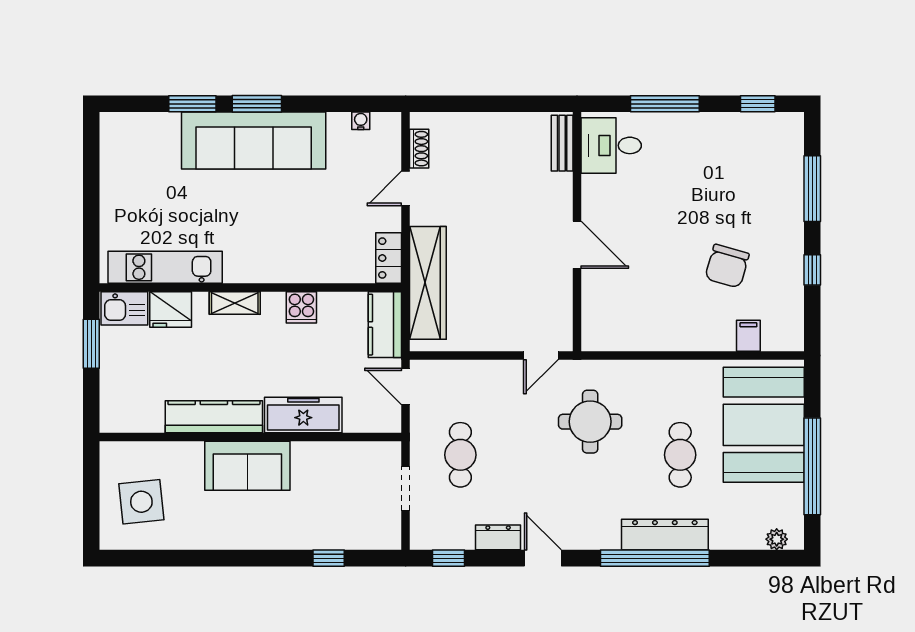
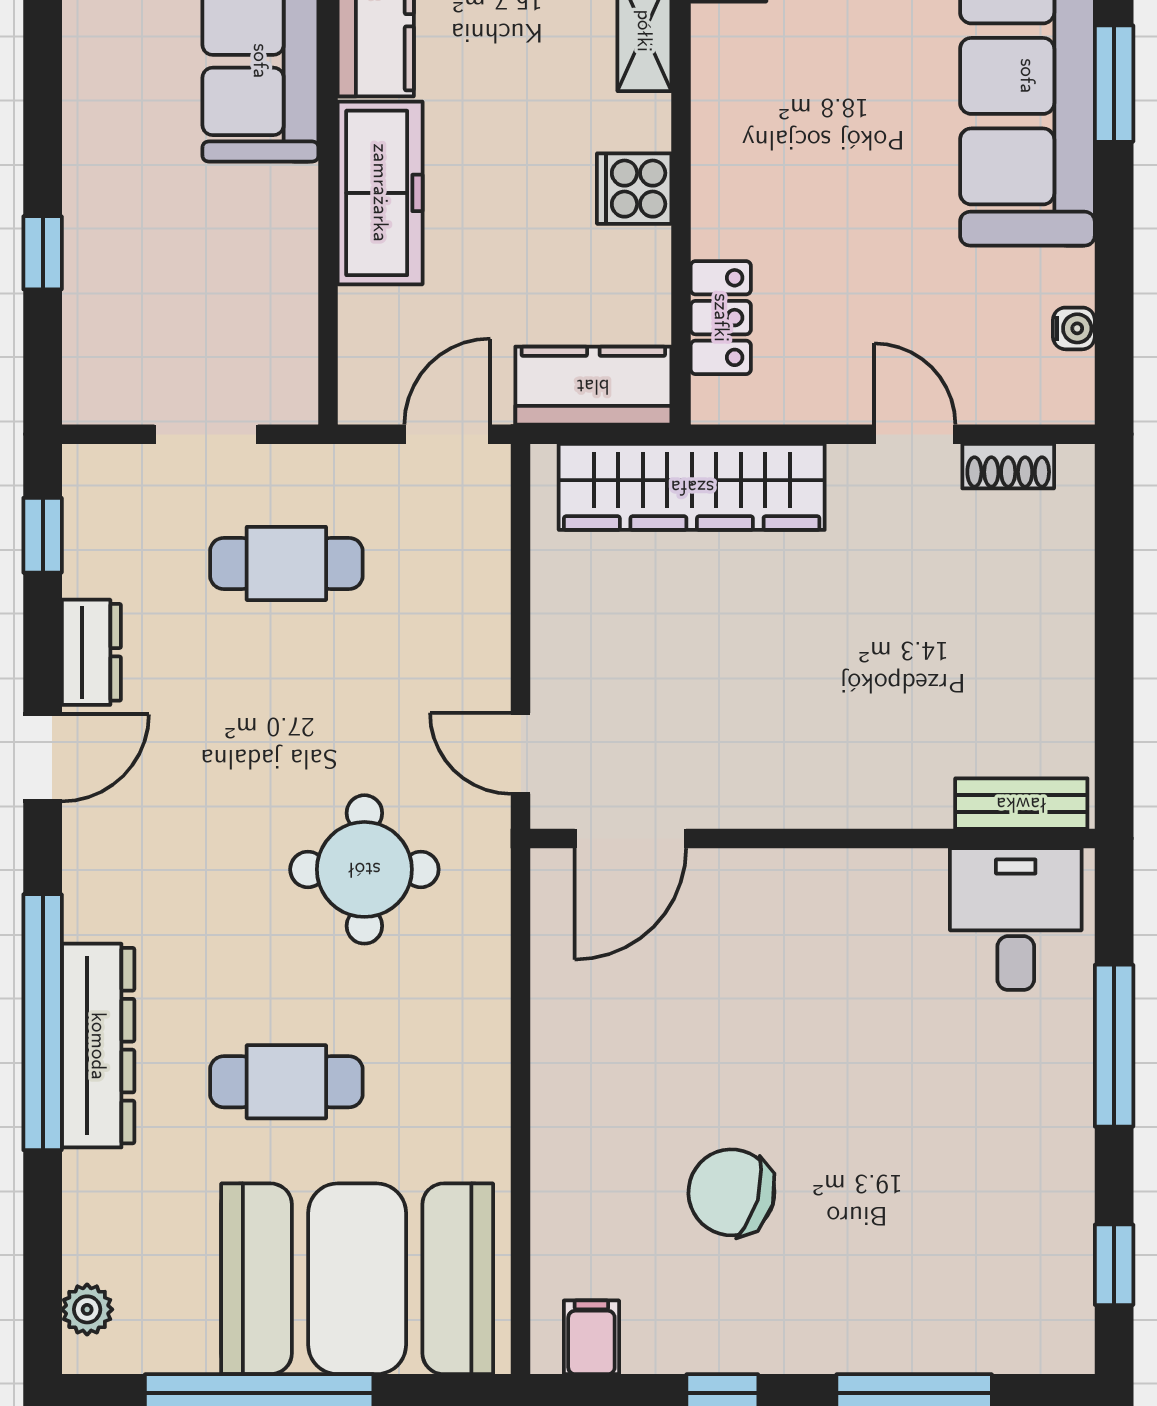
door: (577, 245) -> (630, 838), moved
locker: (389, 258) -> (721, 318), moved, turned 90
filing cabinet: (748, 336) -> (591, 1337), moved, turned -90

